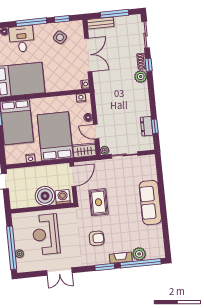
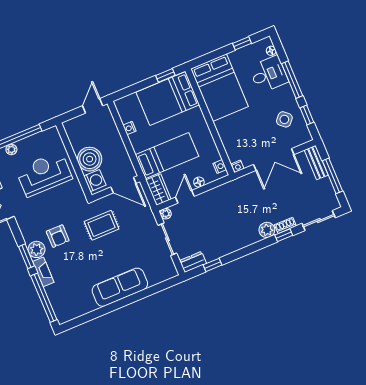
dresser: (147, 126) -> (193, 262), moved
bed: (55, 136) -> (167, 156), width x0.67
plant: (139, 254) -> (36, 249), moved

